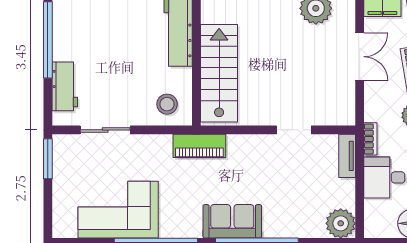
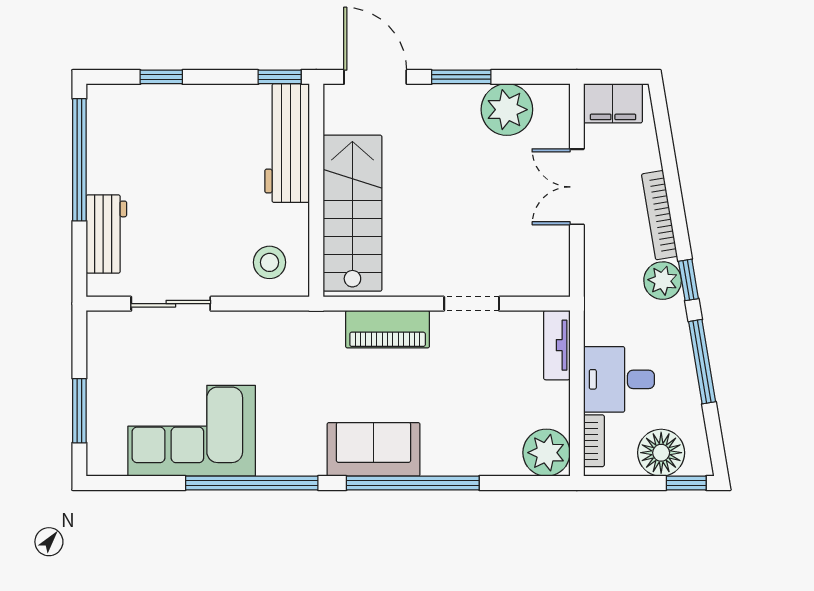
double door: (360, 57) -> (577, 187), swing flipped
bookcase: (370, 139) -> (594, 441), moved
piano: (199, 146) -> (388, 329), moved
window: (48, 159) -> (79, 411), moved

